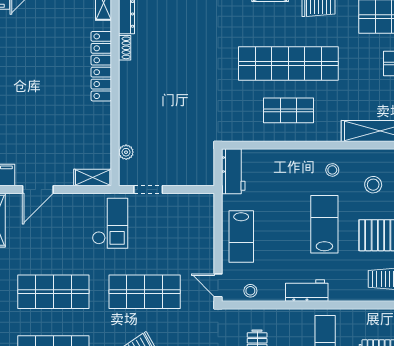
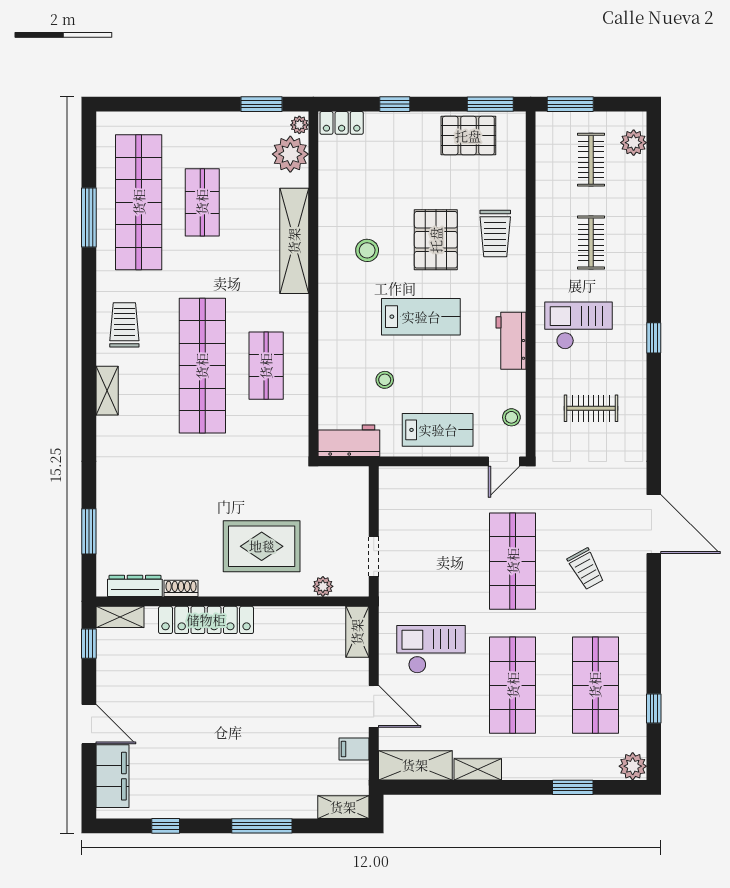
rug: (156, 107) -> (262, 546), added
stool: (332, 170) -> (385, 380), moved
checkout: (110, 223) -> (431, 649), moved
lab bench: (324, 224) -> (421, 317), turned 180

